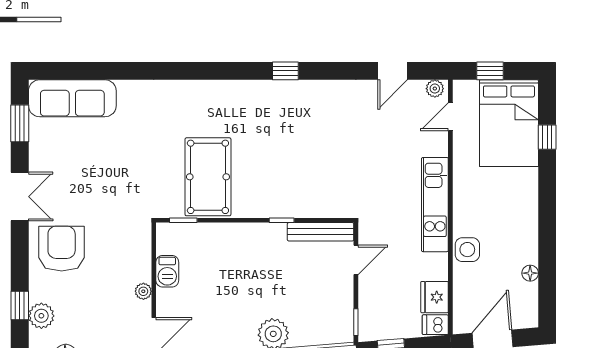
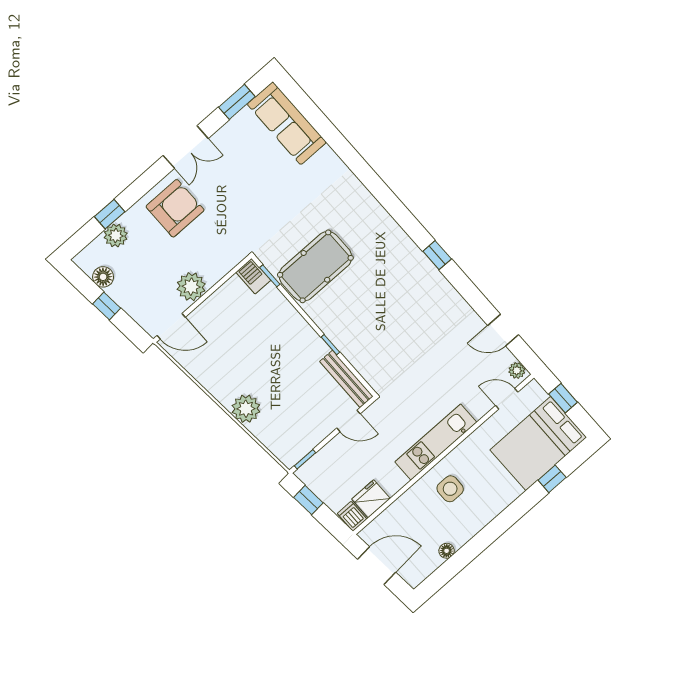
side table: (467, 250) -> (450, 489), moved
barbecue: (167, 271) -> (253, 276), moved, turned 90
plant: (143, 291) -> (191, 287), width x1.87, depth x1.87

